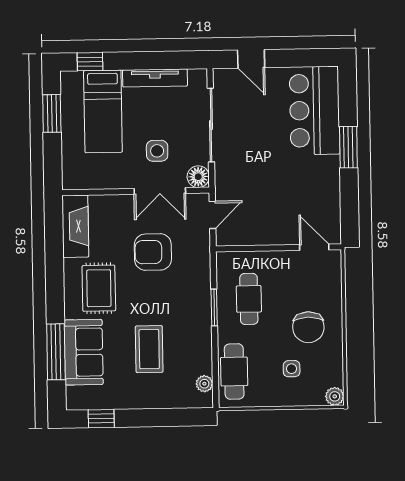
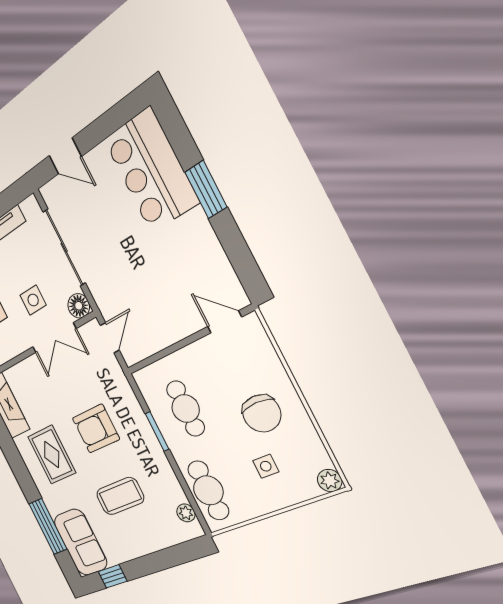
armchair: (153, 252) -> (96, 429), moved
coffee table: (149, 349) -> (120, 496), turned 90
sofa: (84, 352) -> (80, 542), moved

